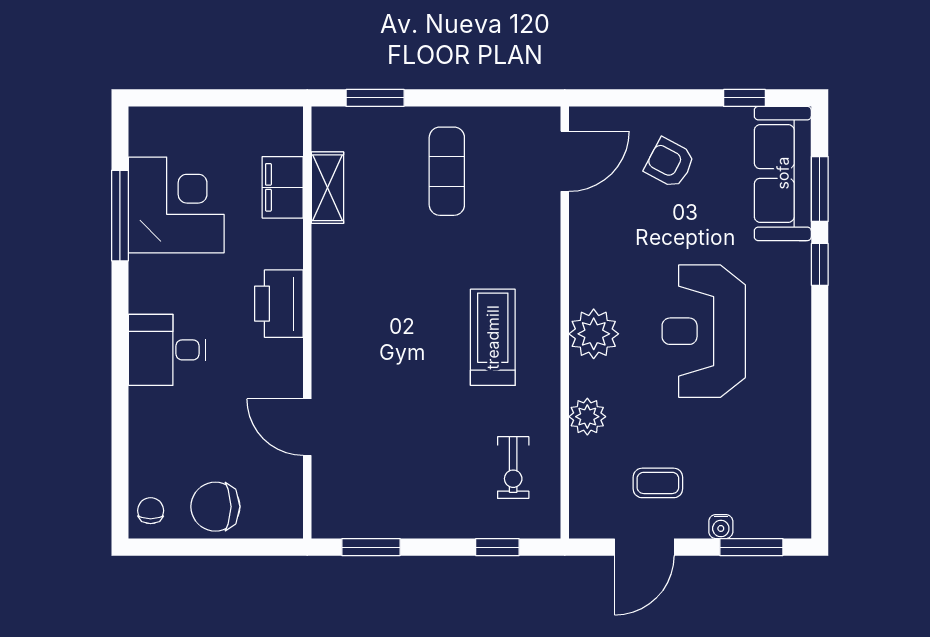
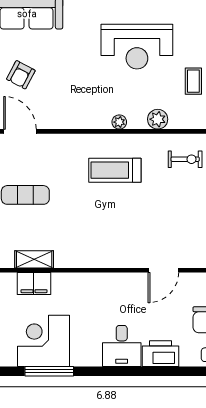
printer: (279, 304) -> (161, 354), moved, turned 180
reception desk: (704, 331) -> (137, 47), moved
plant: (594, 334) -> (119, 122), width x0.53, depth x0.53

